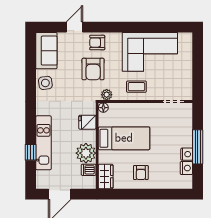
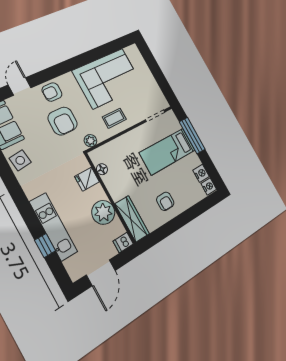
floor lamp: (103, 108) -> (102, 169), moved
bed: (124, 138) -> (167, 151), moved, turned 180
window: (198, 147) -> (192, 136), moved
nightstand: (187, 154) -> (209, 186), moved
dishwasher: (89, 170) -> (123, 243), moved
wardrobe: (106, 177) -> (132, 219), width x1.50

